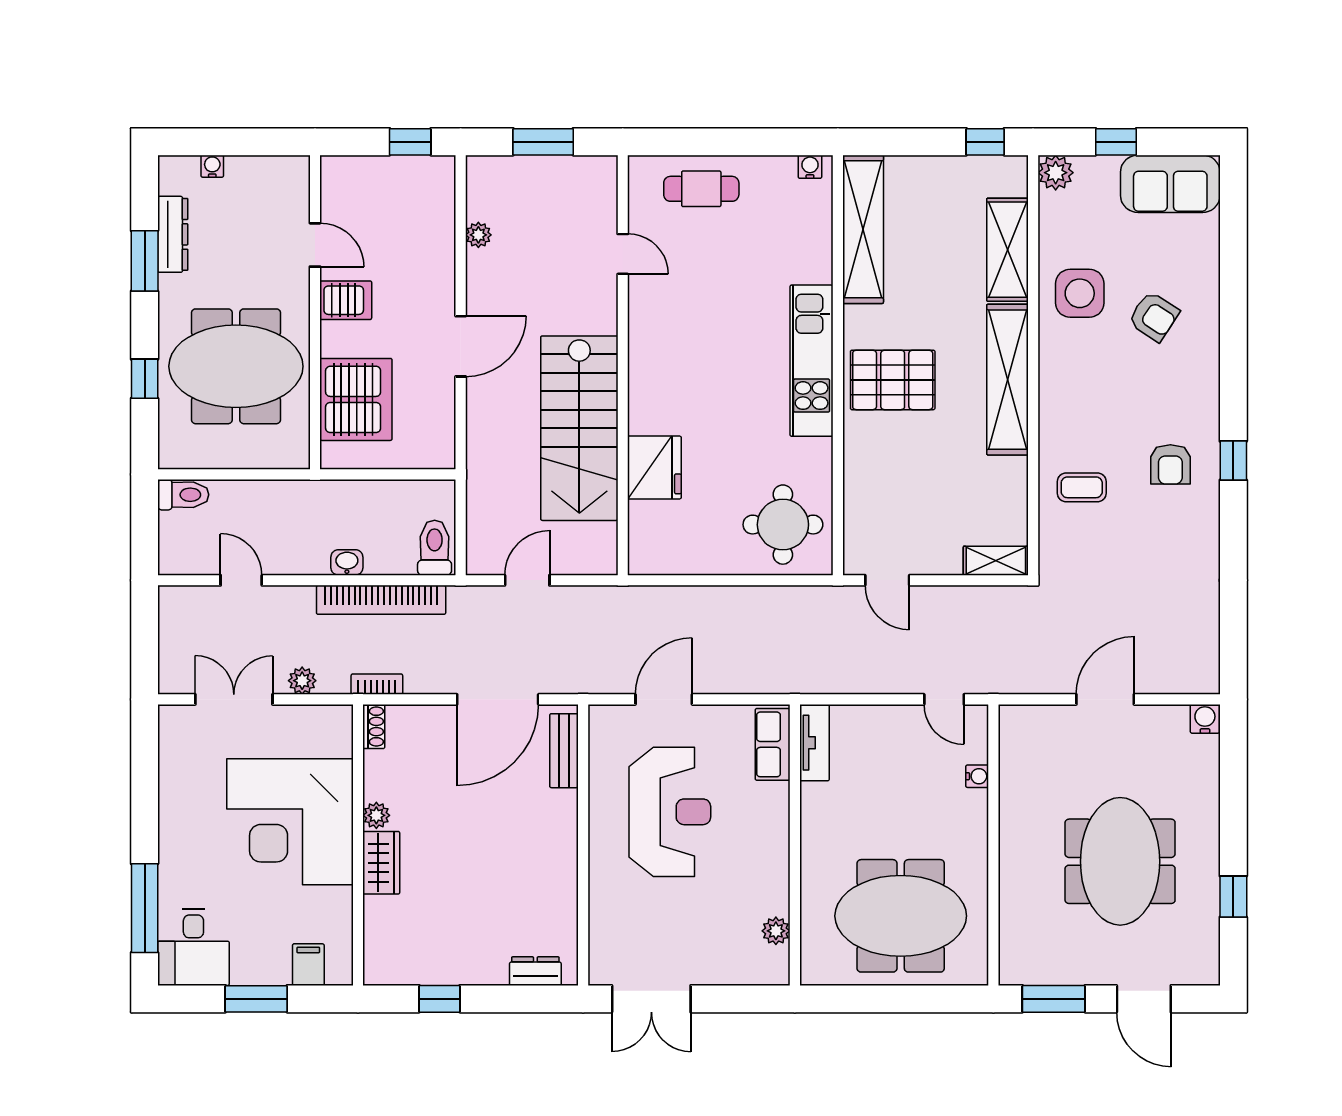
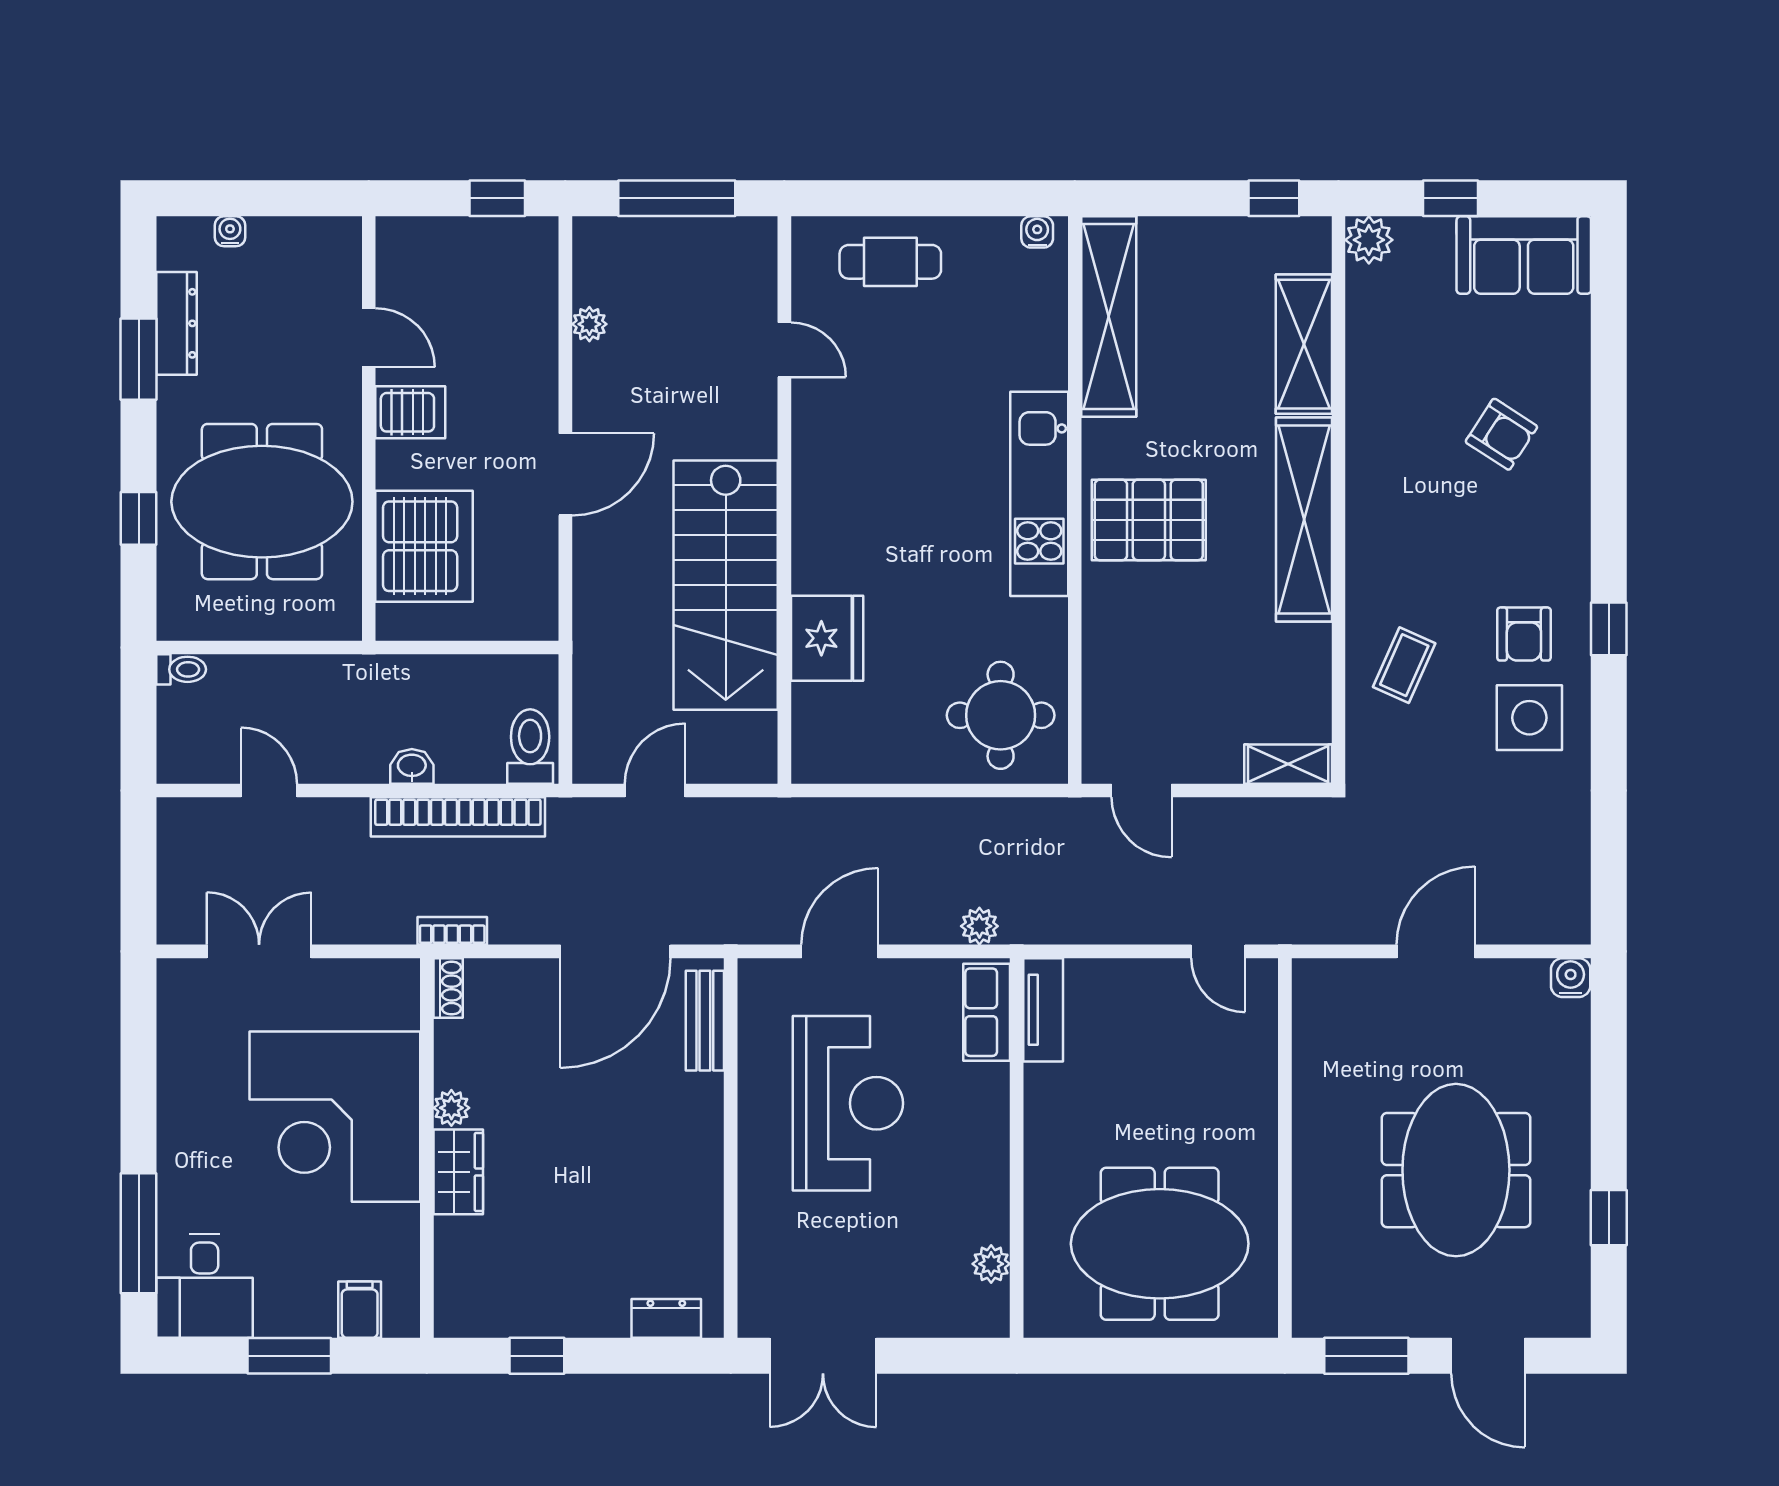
window: (543, 142) -> (677, 198), width x1.44
side table: (1080, 293) -> (1529, 718), moved
coffee table: (1082, 487) -> (1404, 665), turned -66
toilet: (183, 495) -> (181, 669), width x0.73, depth x0.72
plant: (302, 681) -> (979, 926), moved
water cooler: (977, 776) -> (1263, 1055), removed

